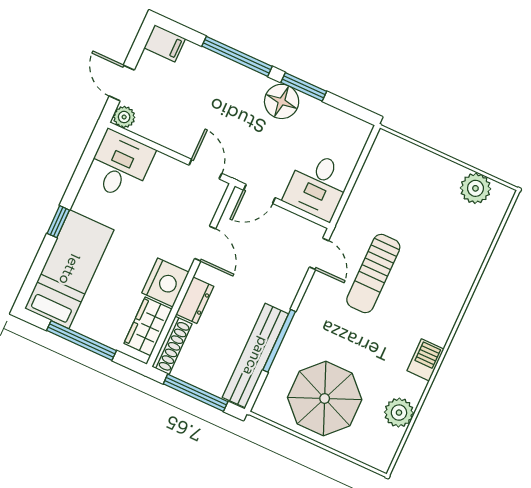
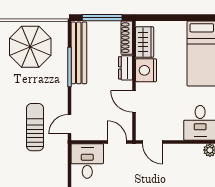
door: (259, 194) -> (117, 142), hinge flipped
door: (319, 254) -> (69, 124), hinge flipped
window: (82, 341) -> (177, 18), removed

